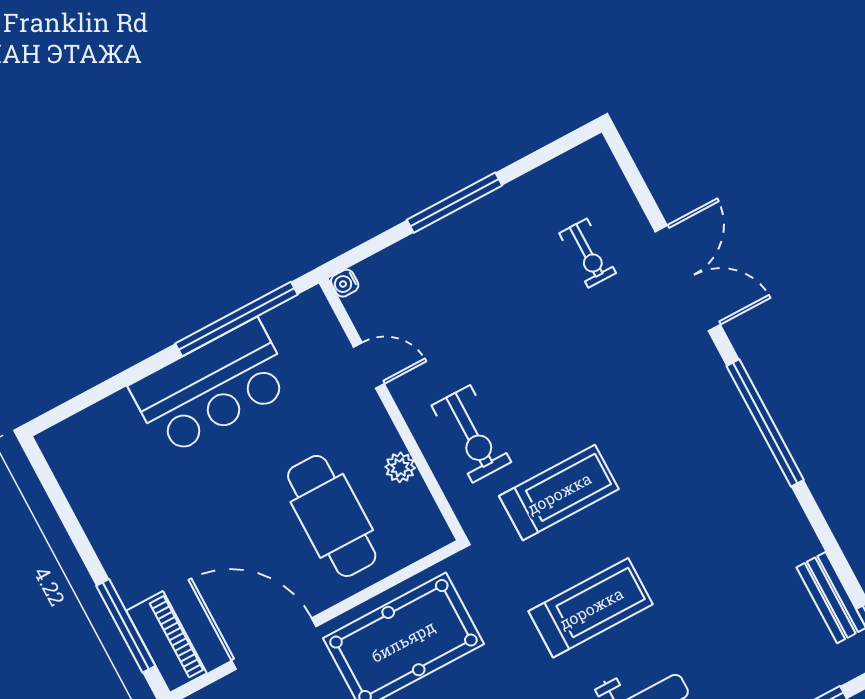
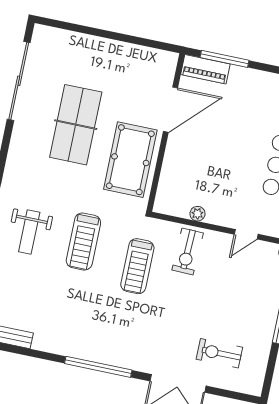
exercise bike: (588, 253) -> (219, 353), width x1.38, depth x1.39
exercise bike: (471, 434) -> (188, 251), turned -88
cafe table: (332, 516) -> (201, 172), removed

